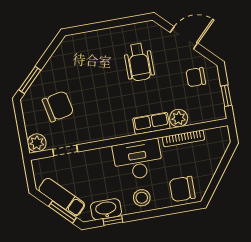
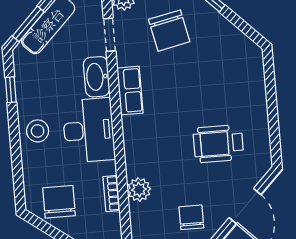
row of seats: (151, 123) -> (130, 91), moved
bookcase: (183, 138) -> (111, 194), width x0.64
chair: (182, 189) -> (59, 202), moved
washbasin: (106, 209) -> (97, 77), moved, turned 180

